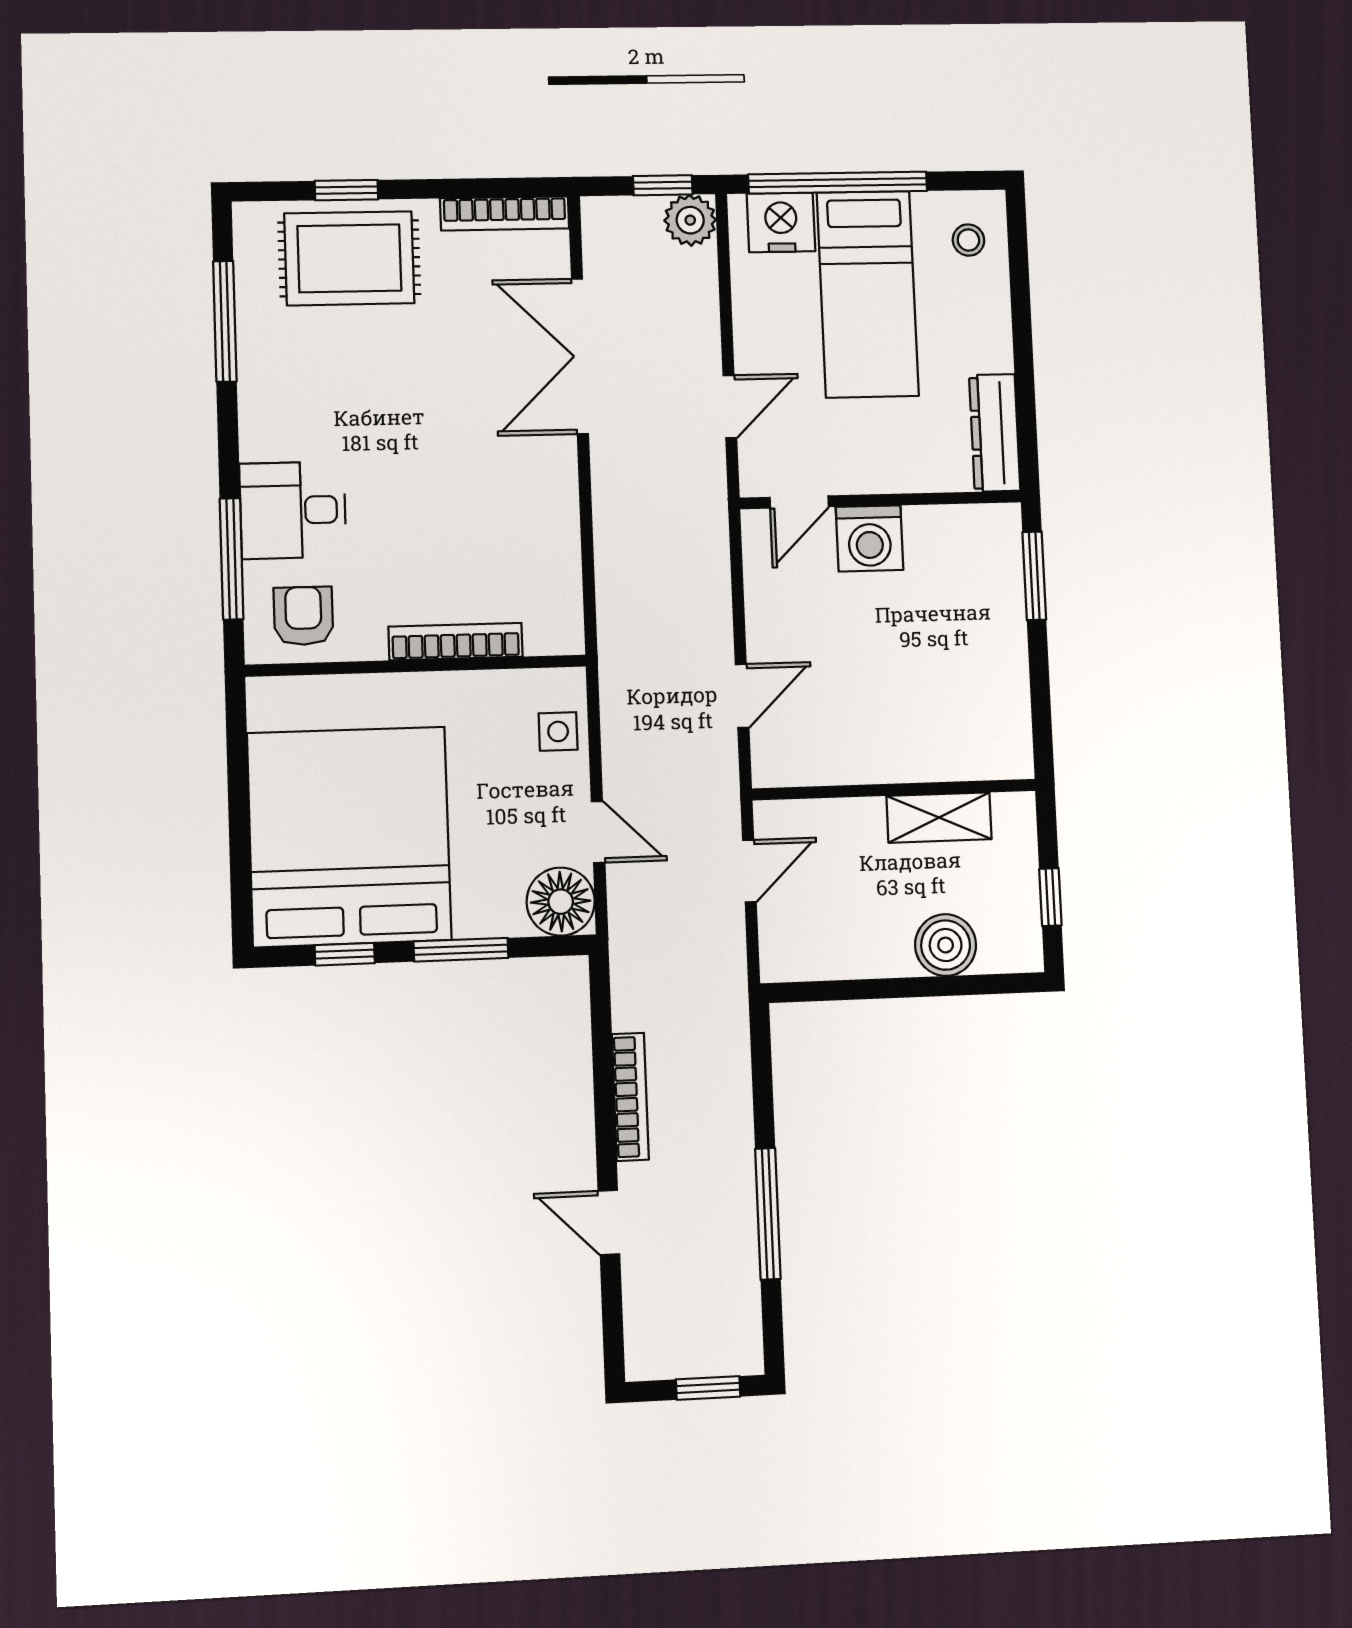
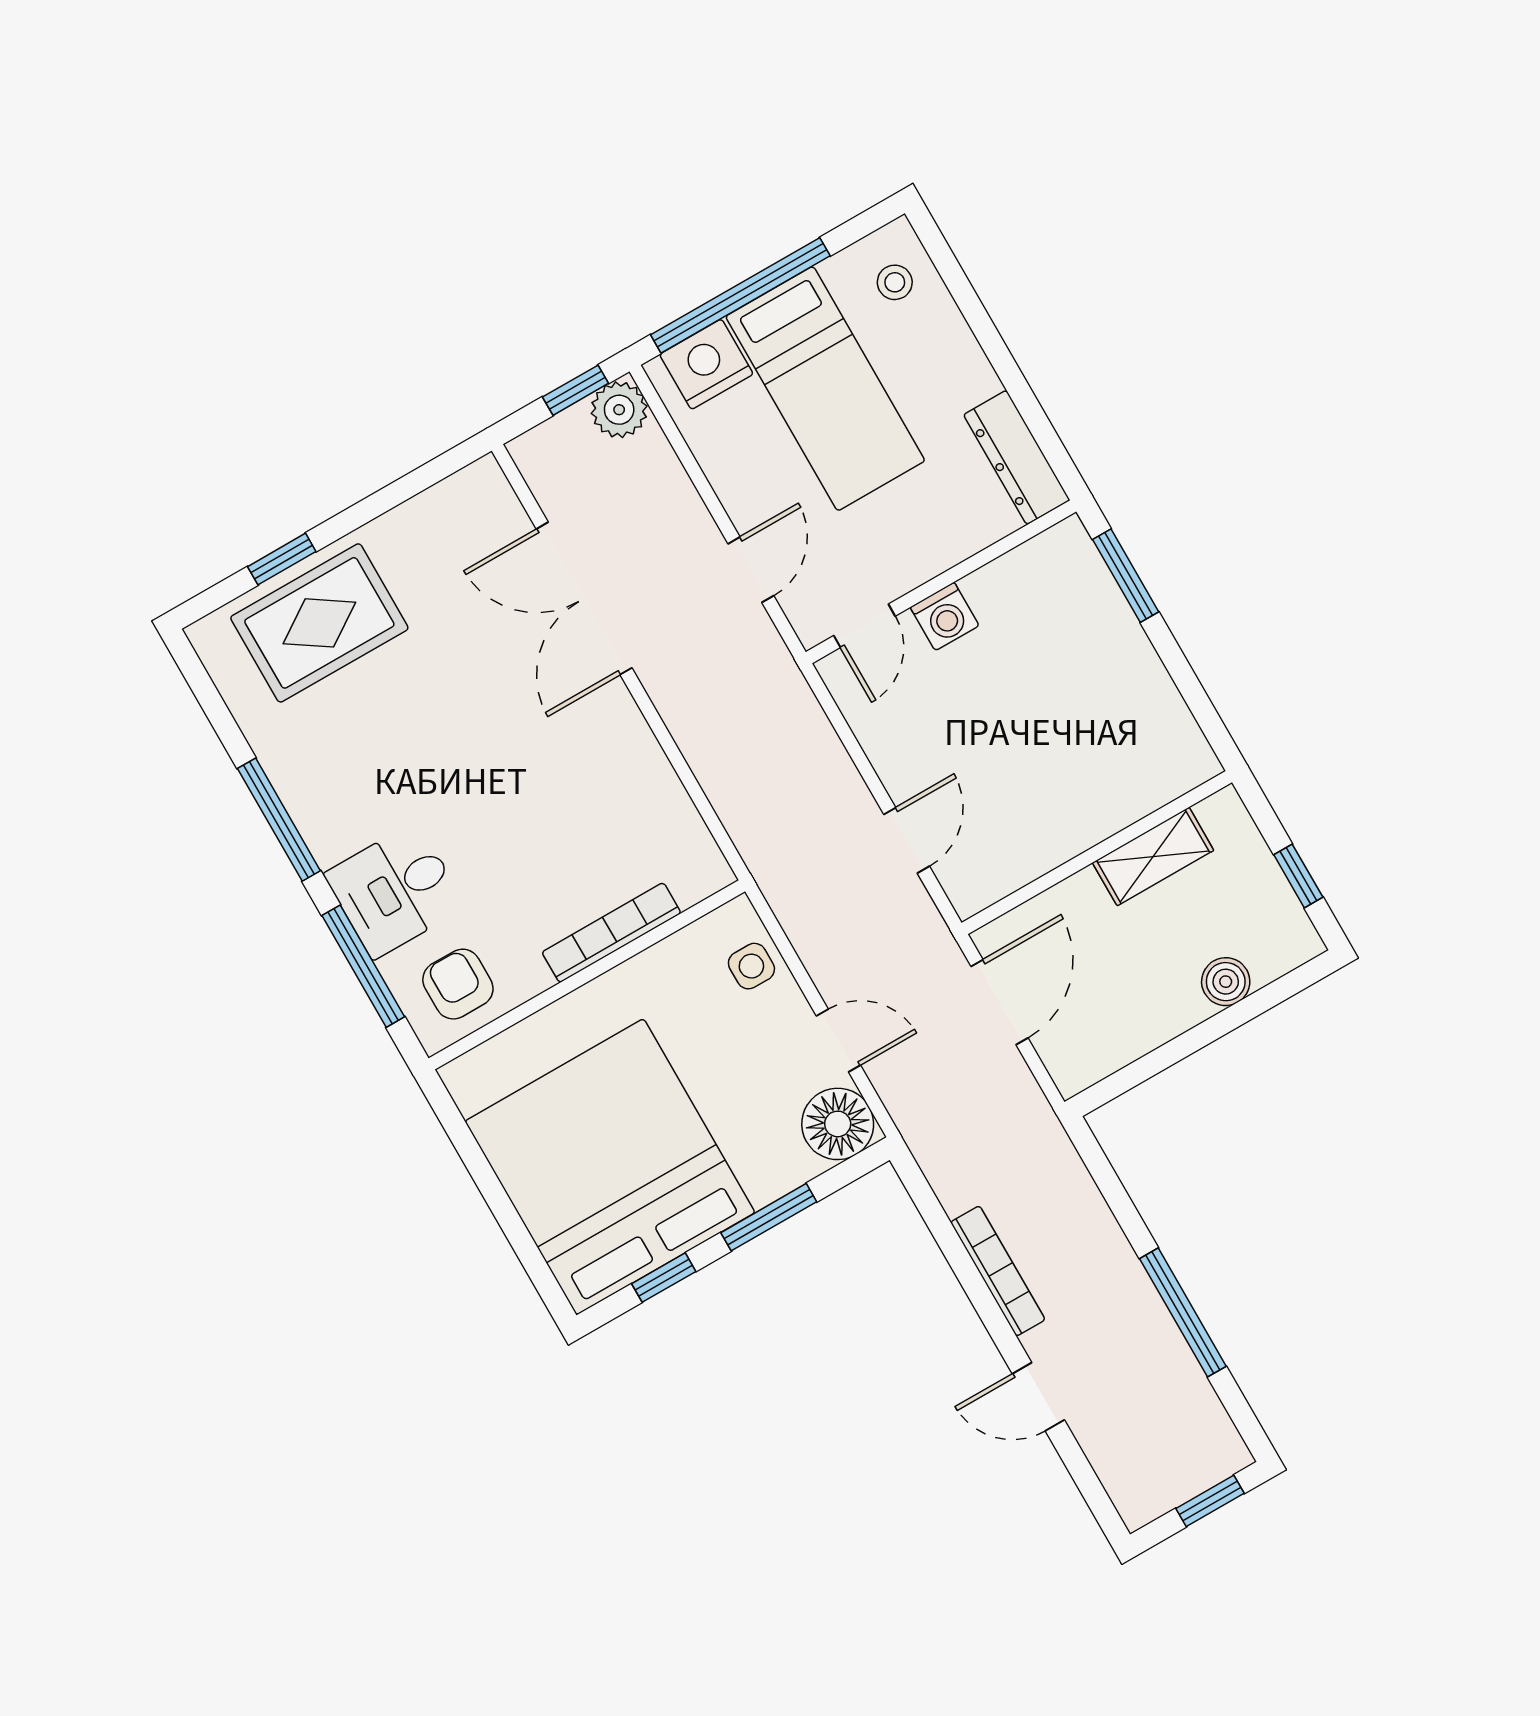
bookcase: (505, 213) -> (441, 500), removed
window: (225, 321) -> (279, 820), moved
washing machine: (870, 538) -> (945, 616), width x0.73, depth x0.73
door: (749, 871) -> (1000, 1002), width x1.38
boiler: (946, 945) -> (1226, 982), width x0.73, depth x0.73

